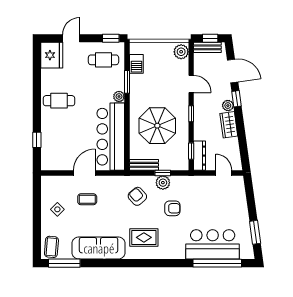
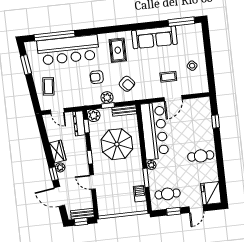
window: (111, 38) -> (174, 211), moved
plant: (181, 52) -> (94, 116), moved
rug: (144, 237) -> (118, 50), turned 90
bar counter: (213, 244) -> (68, 50), width x1.36
coffee table: (51, 247) -> (48, 86), moved

